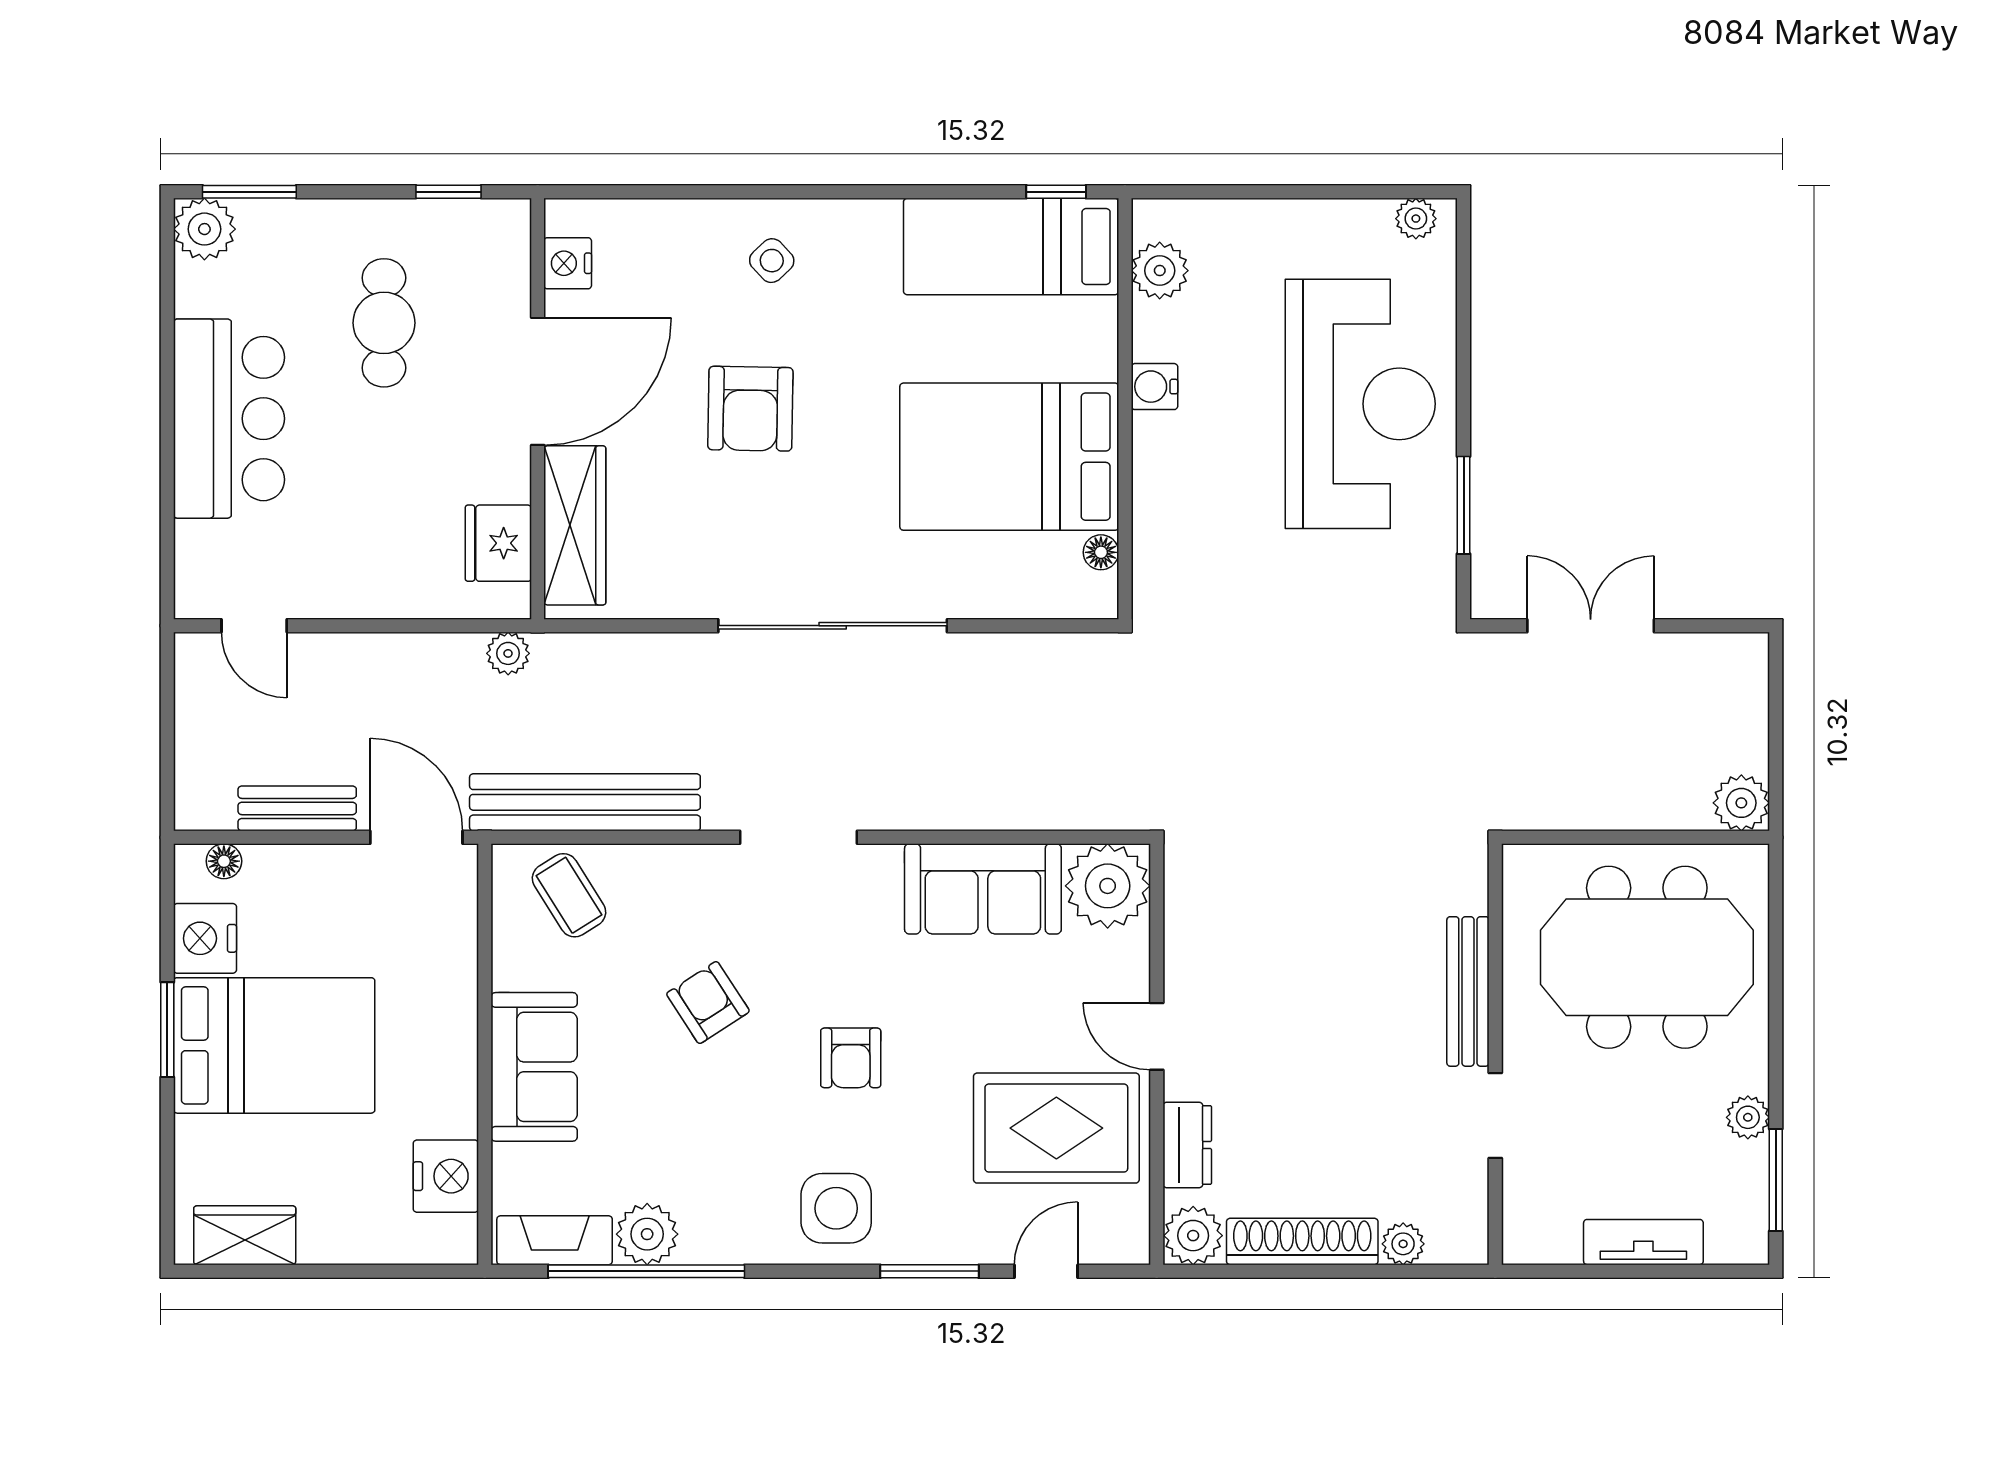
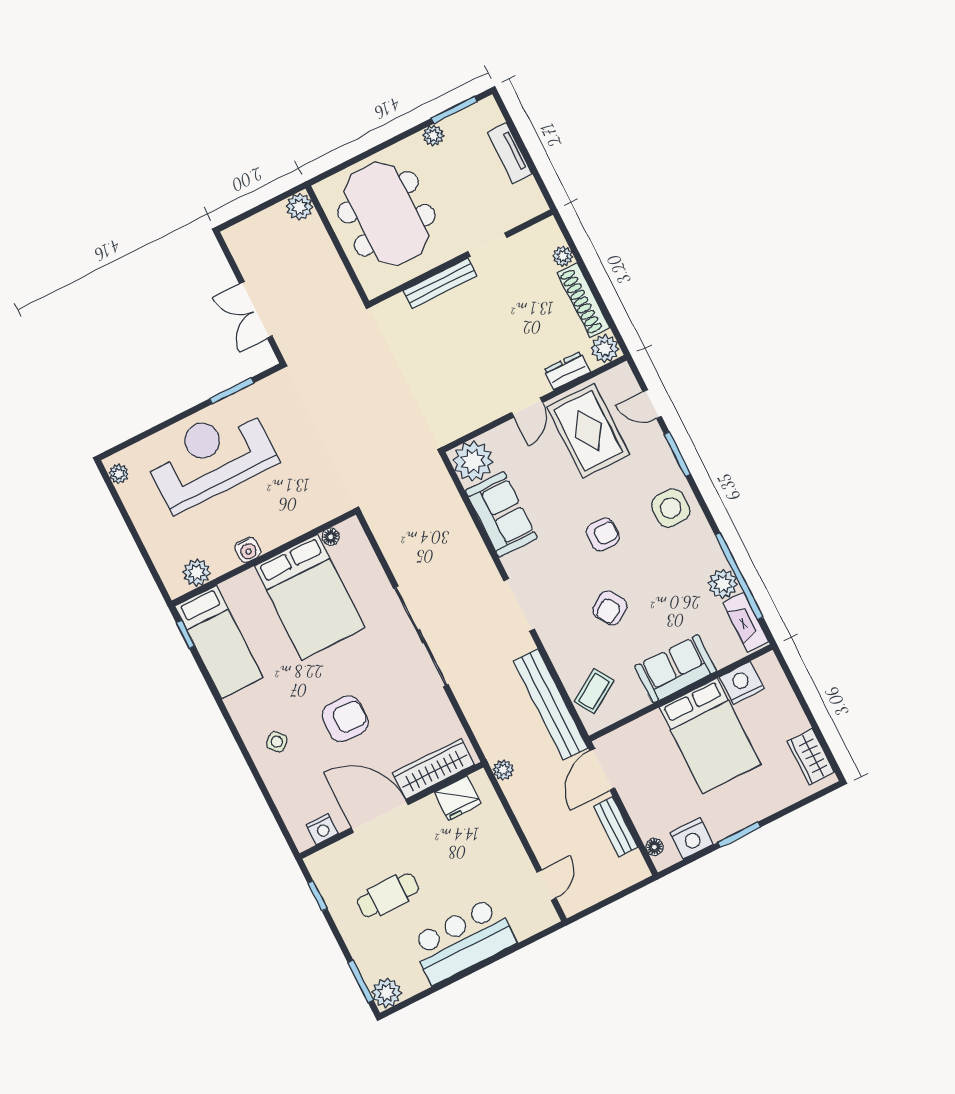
bed: (274, 1045) -> (710, 736), moved, turned 180

